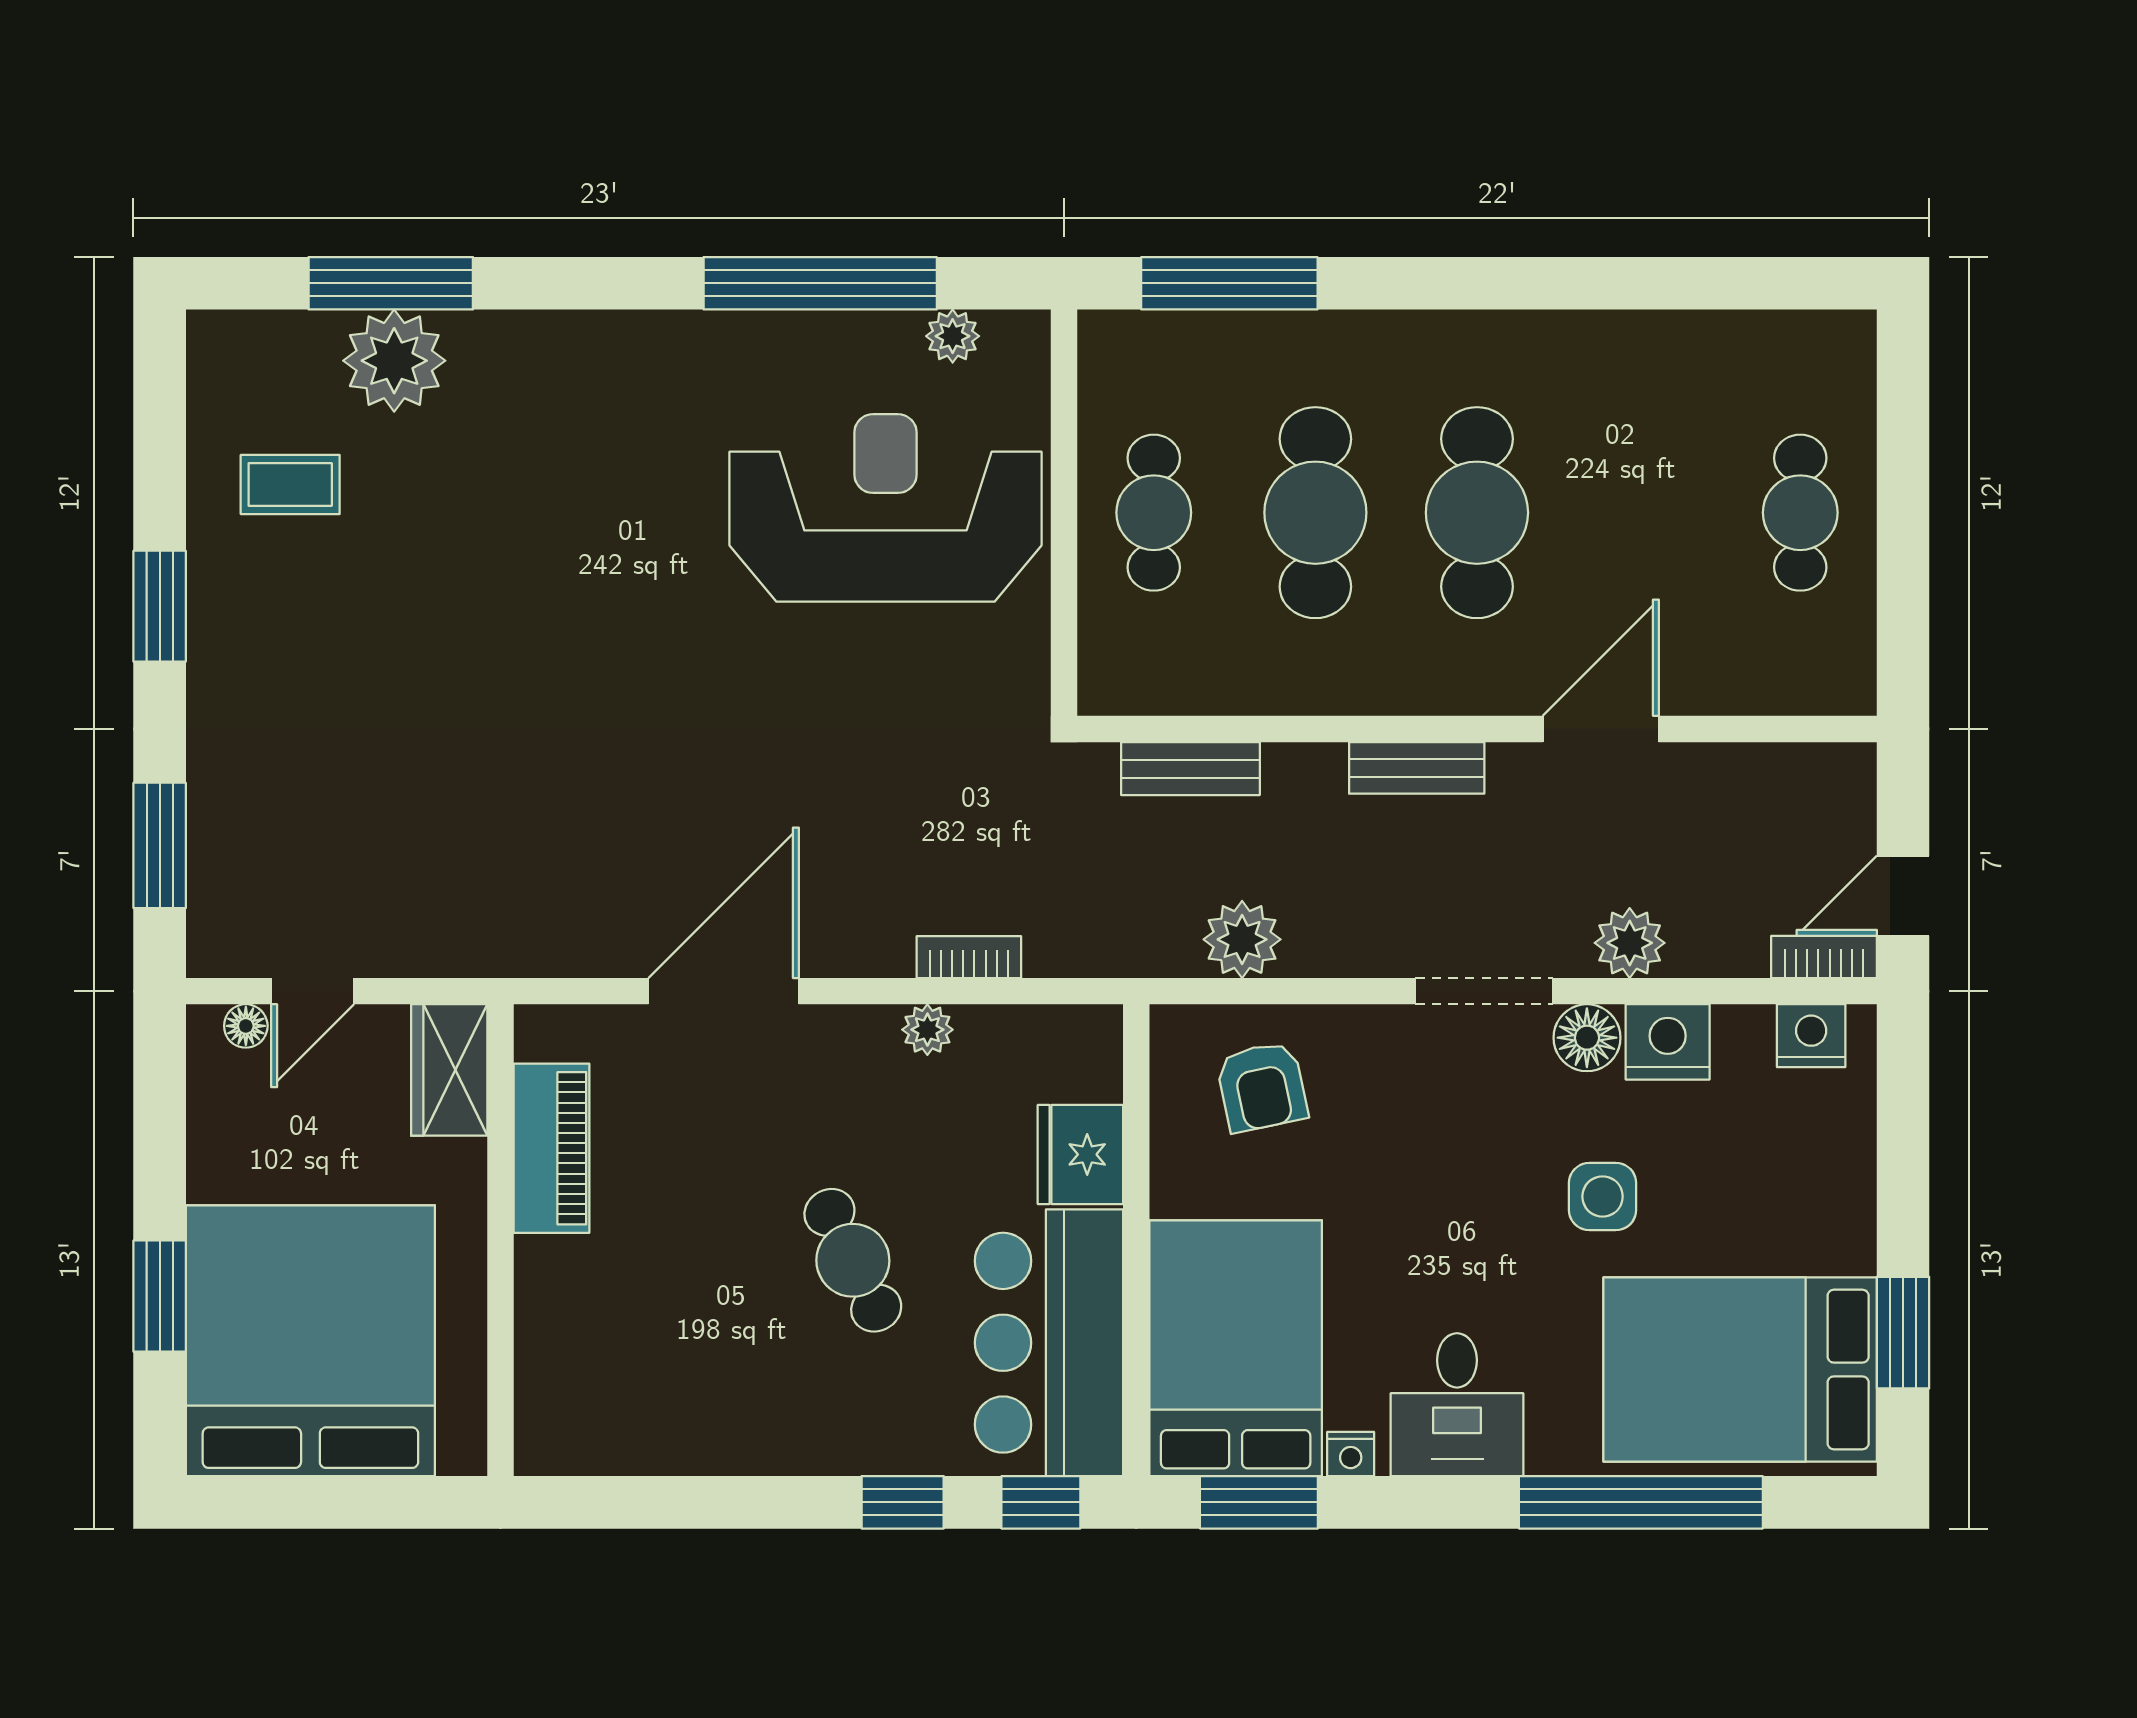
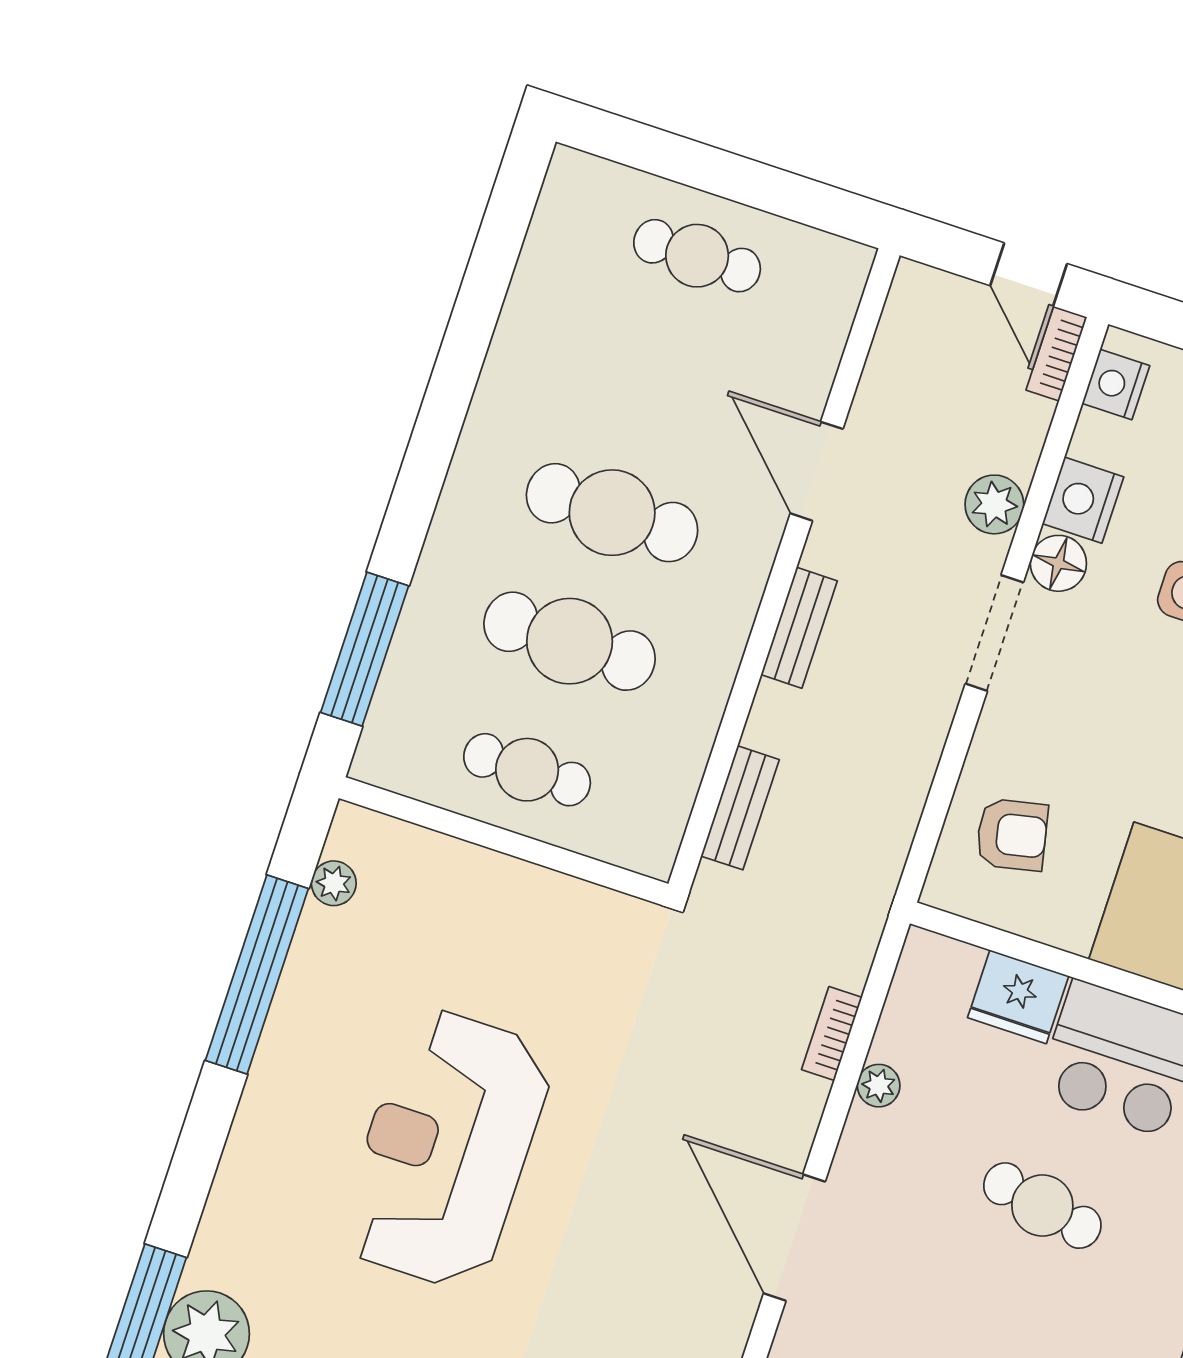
reception desk: (885, 508) -> (446, 1149), moved
plant: (1242, 939) -> (890, 812), removed
cafe table: (853, 1260) -> (1042, 1206), turned 37

